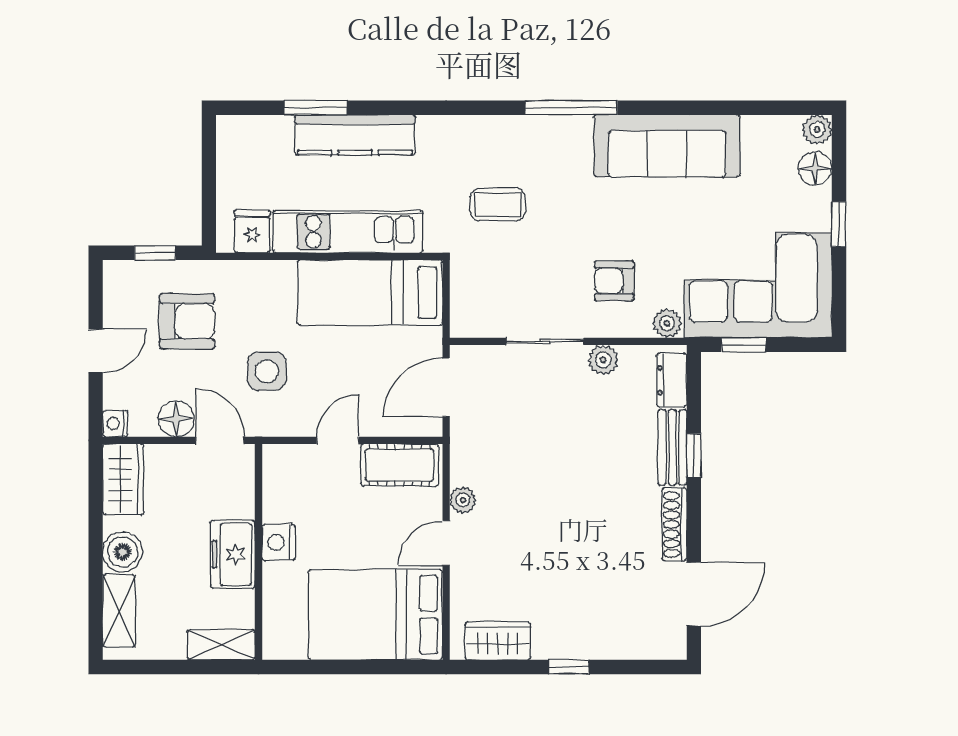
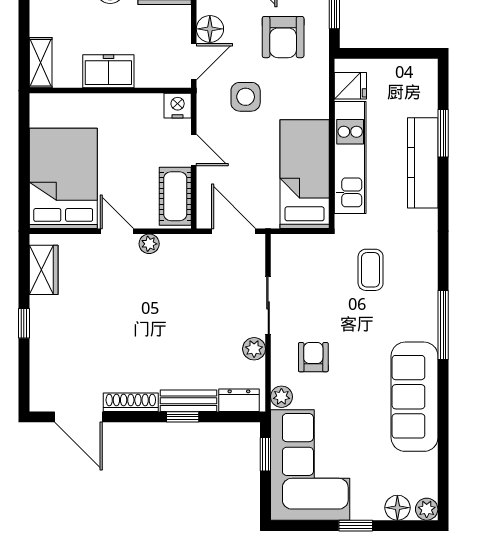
nightstand: (279, 542) -> (178, 106), moved

